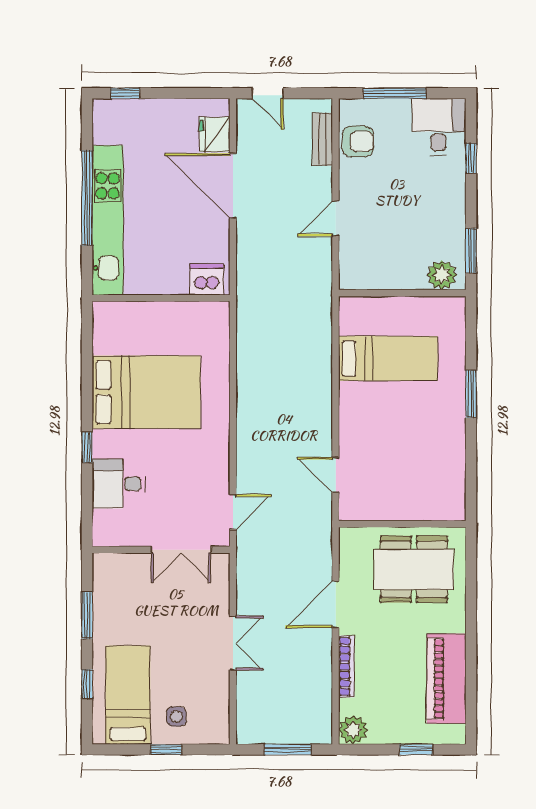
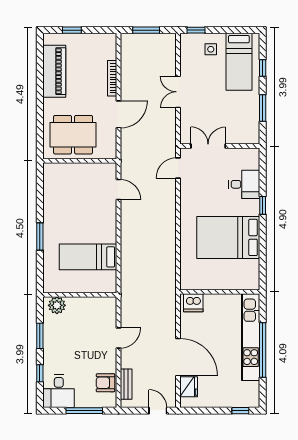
window: (471, 251) -> (40, 336), moved
plant: (353, 730) -> (108, 42), removed
window: (166, 749) -> (196, 30), moved

